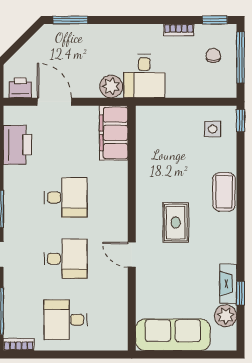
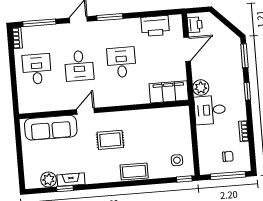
window: (215, 20) -> (247, 91), moved
desk: (66, 197) -> (121, 62), turned 180
sofa: (173, 335) -> (51, 128), moved, turned 90

